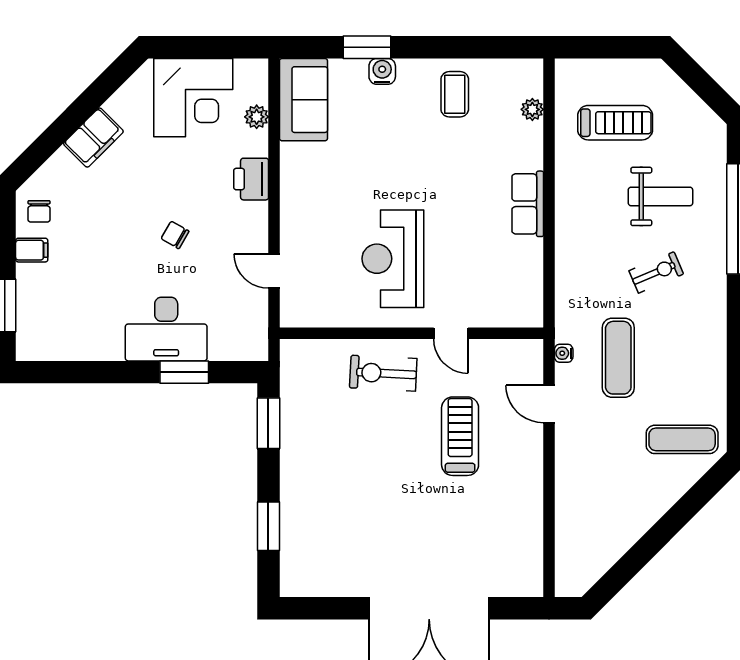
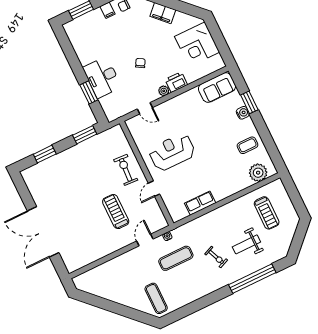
plant: (532, 109) -> (258, 173), width x1.88, depth x1.88
plant: (257, 117) -> (164, 91), moved
weight bench: (660, 196) -> (246, 244), turned 90
row of seats: (528, 204) -> (200, 203), moved
door: (274, 271) -> (145, 108), swing flipped
treadmill: (460, 436) -> (116, 212), turned -90

